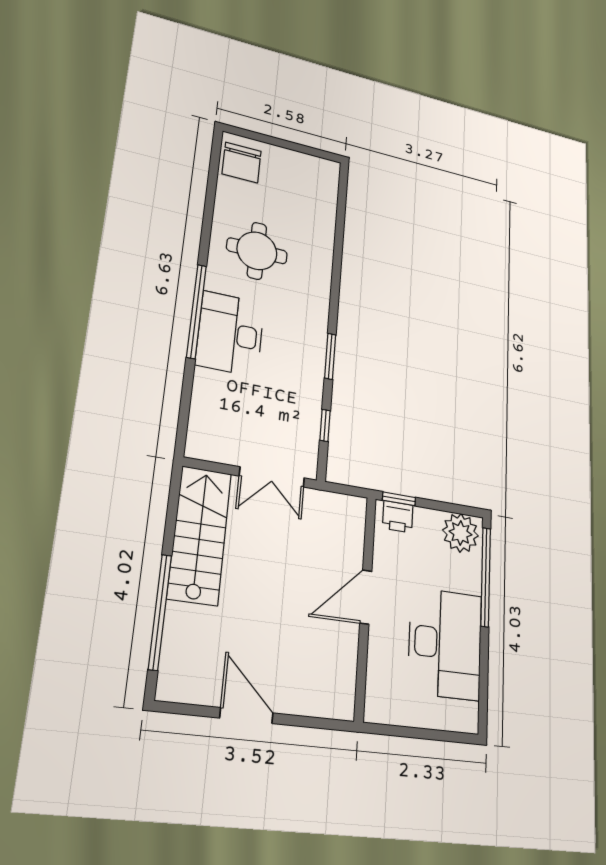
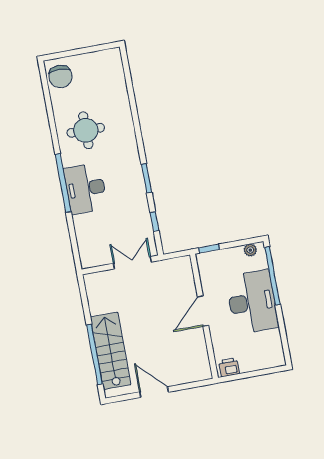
double door: (272, 477) -> (132, 263), swing flipped
printer: (398, 517) -> (229, 367), moved, turned 180
plant: (460, 533) -> (250, 250), width x0.53, depth x0.53
stairs: (200, 535) -> (111, 351), moved
desk: (445, 644) -> (252, 302), moved

